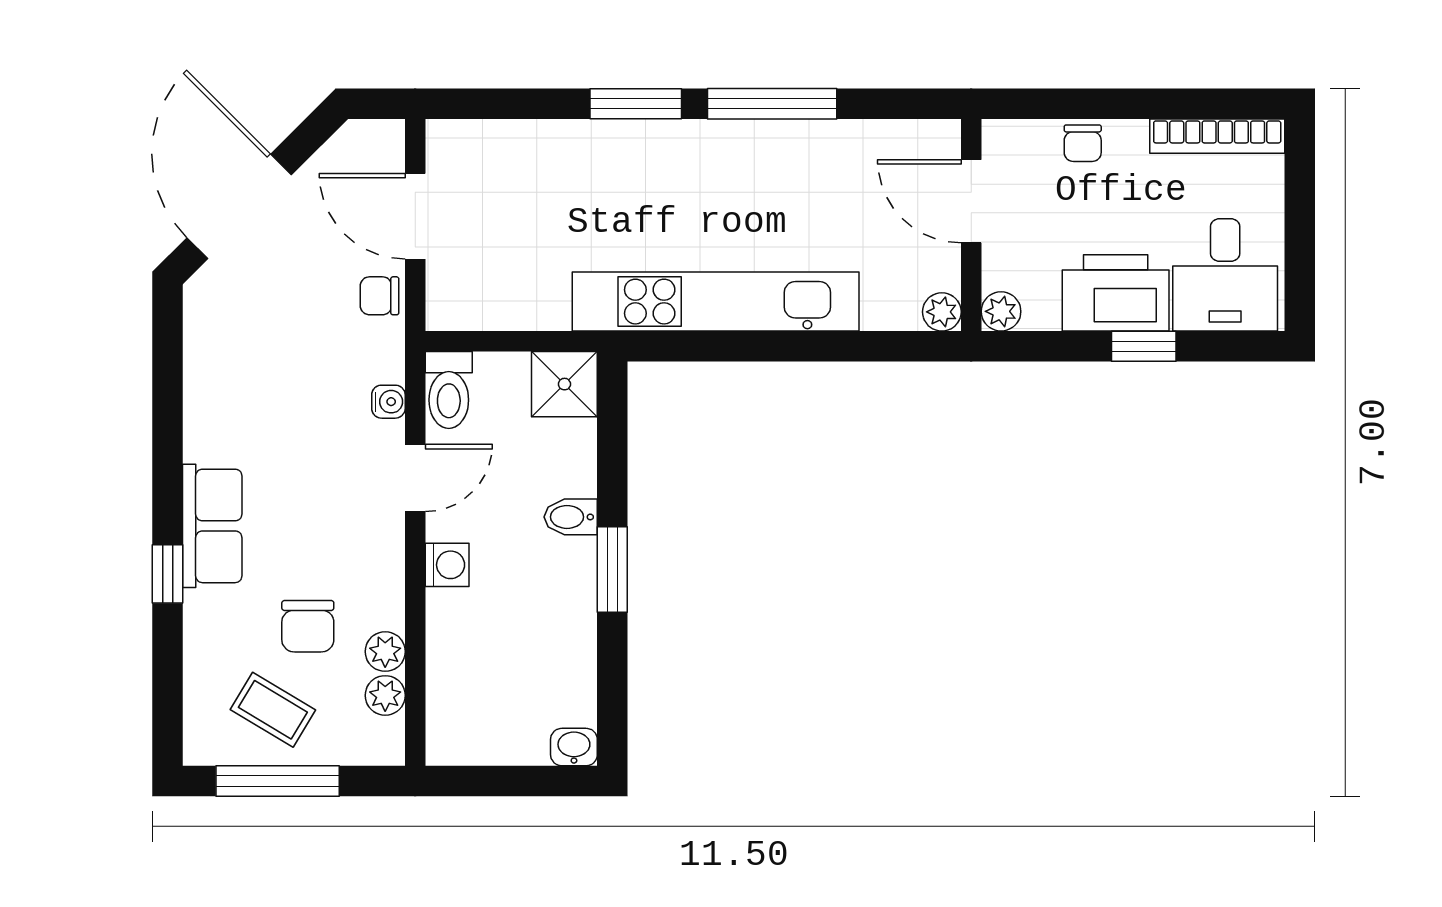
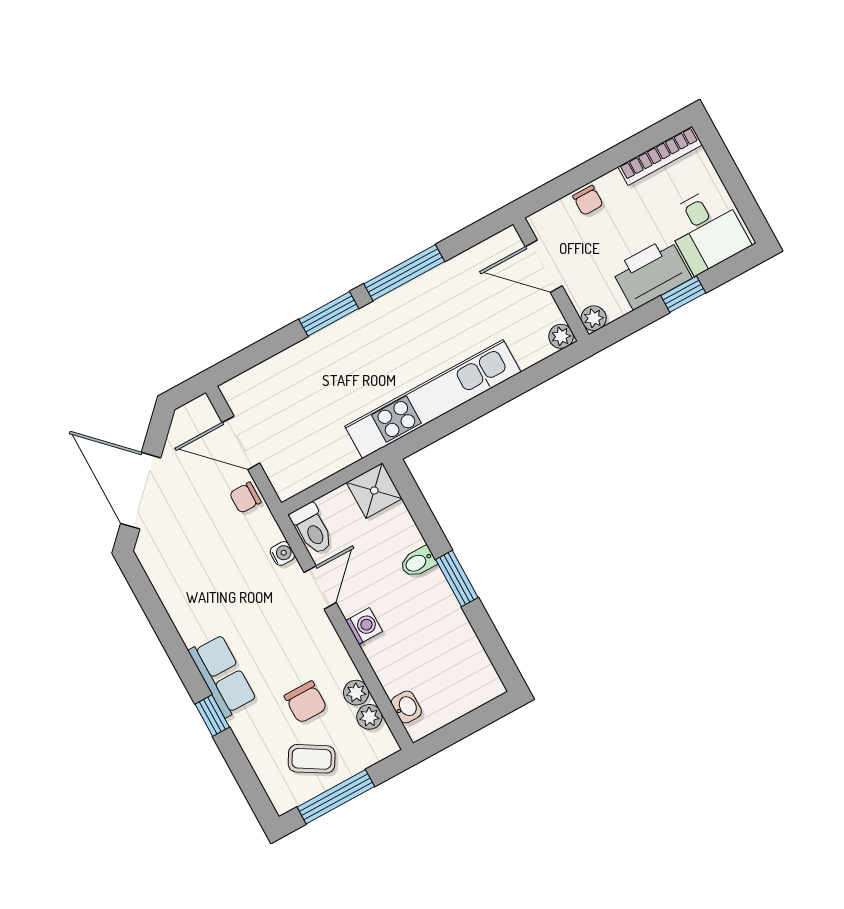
washbasin: (574, 747) -> (406, 707), moved, turned 90

